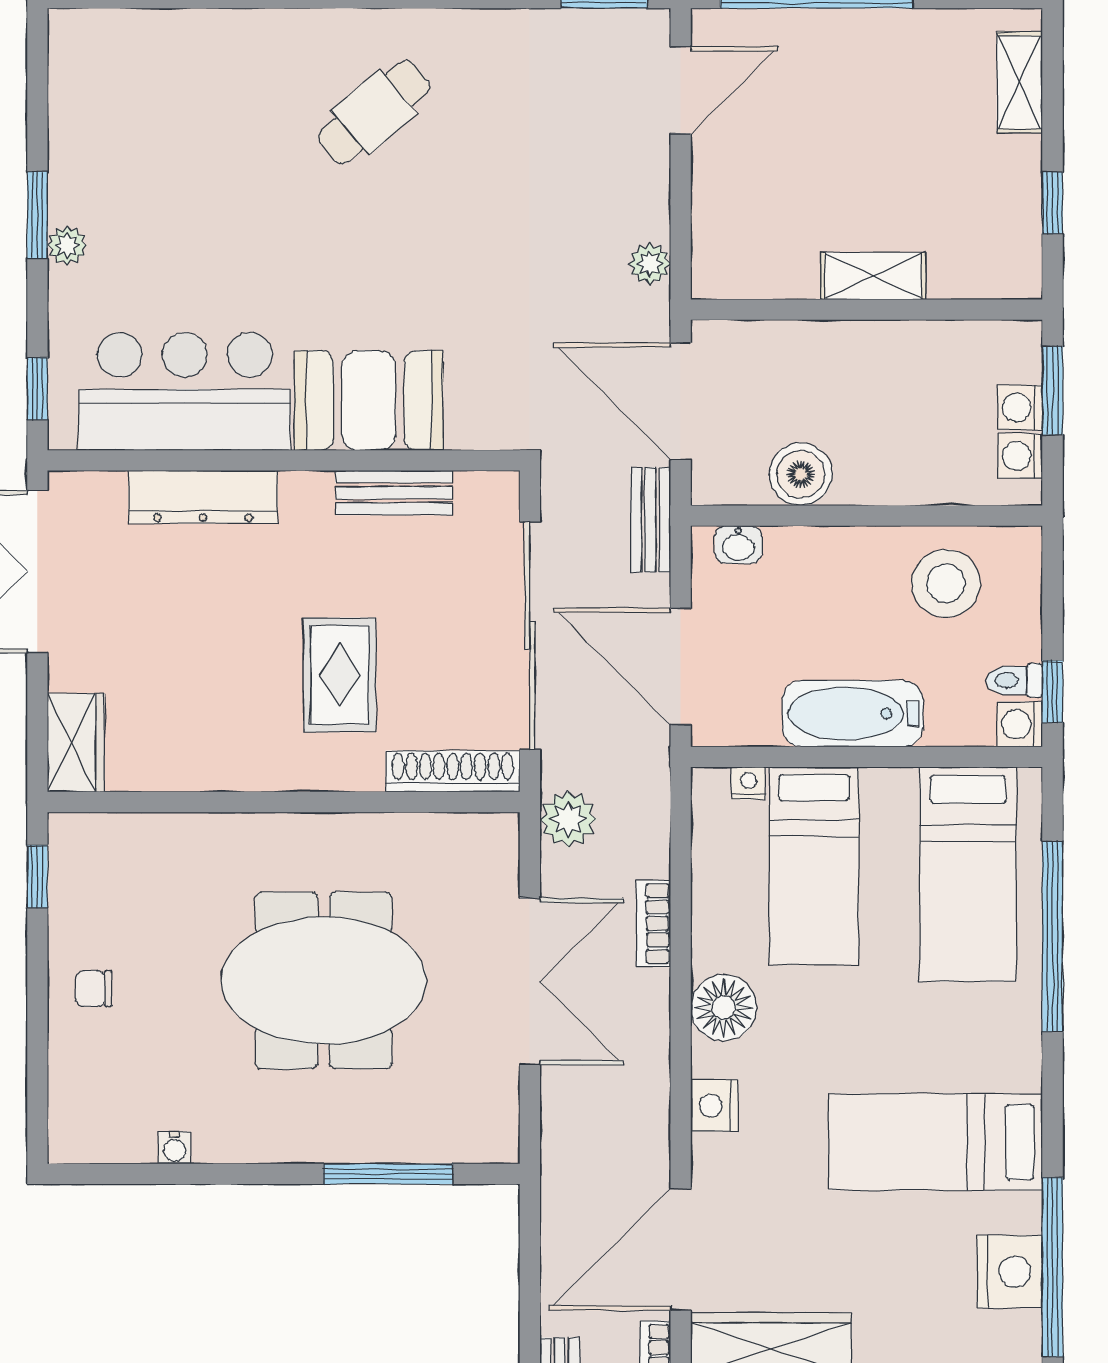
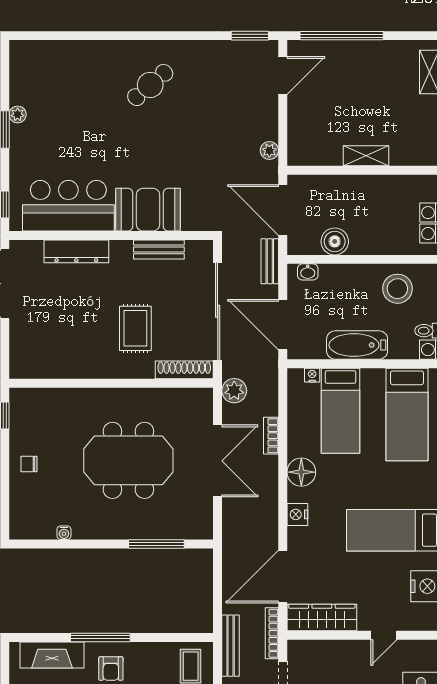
plant: (67, 245) -> (18, 114), moved
wardrobe: (76, 743) -> (21, 358), removed

